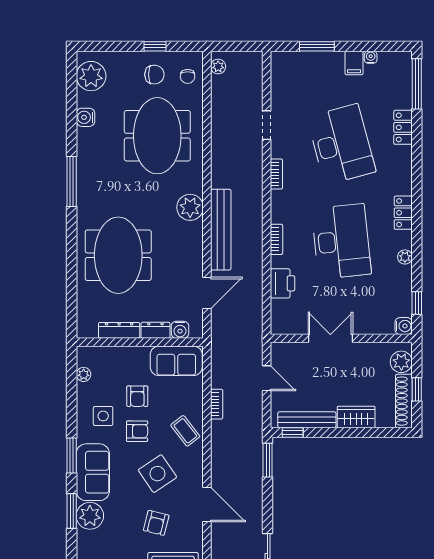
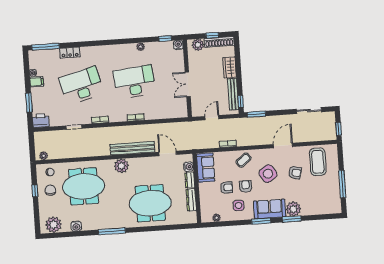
locker: (403, 213) -> (116, 49), removed
printer: (282, 283) -> (41, 121), moved

